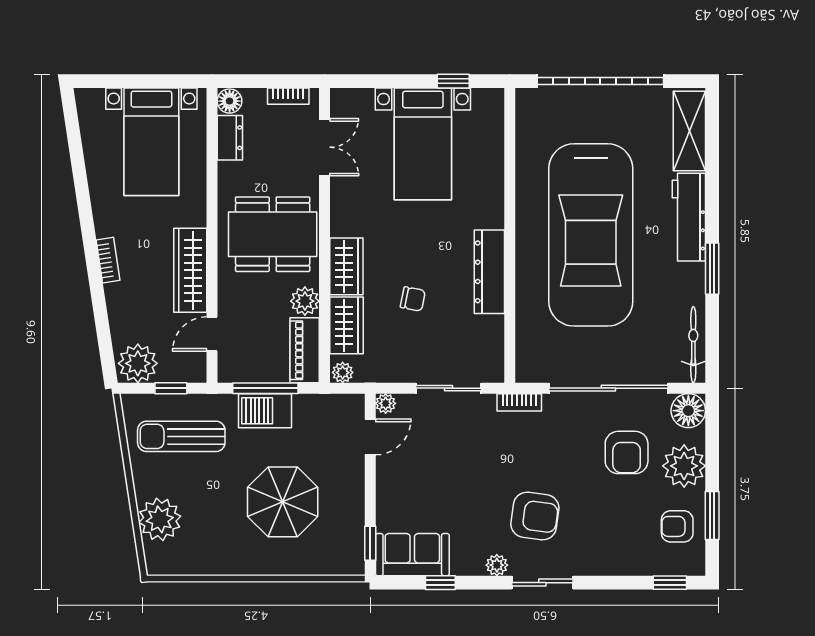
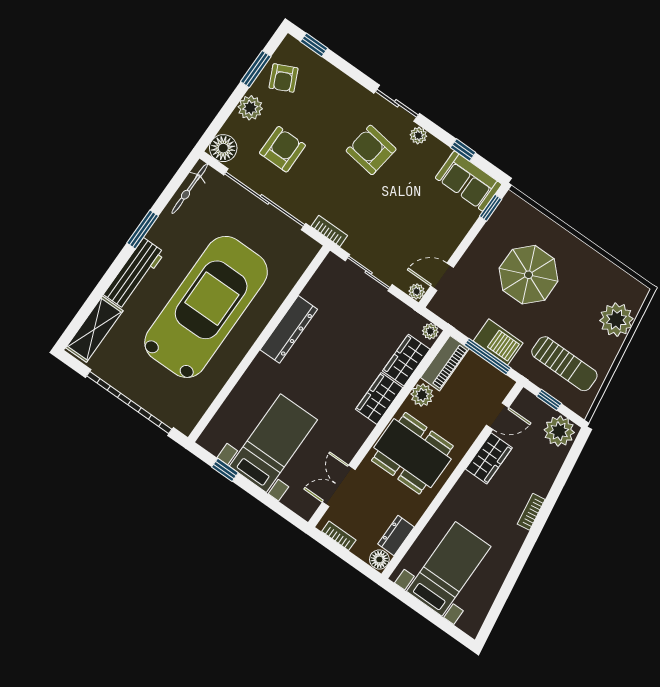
wardrobe: (190, 270) -> (489, 458), width x0.67
chair: (413, 299) -> (351, 347), removed
plant: (684, 466) -> (250, 108), width x0.73, depth x0.73
armchair: (677, 526) -> (283, 78), turned 65

